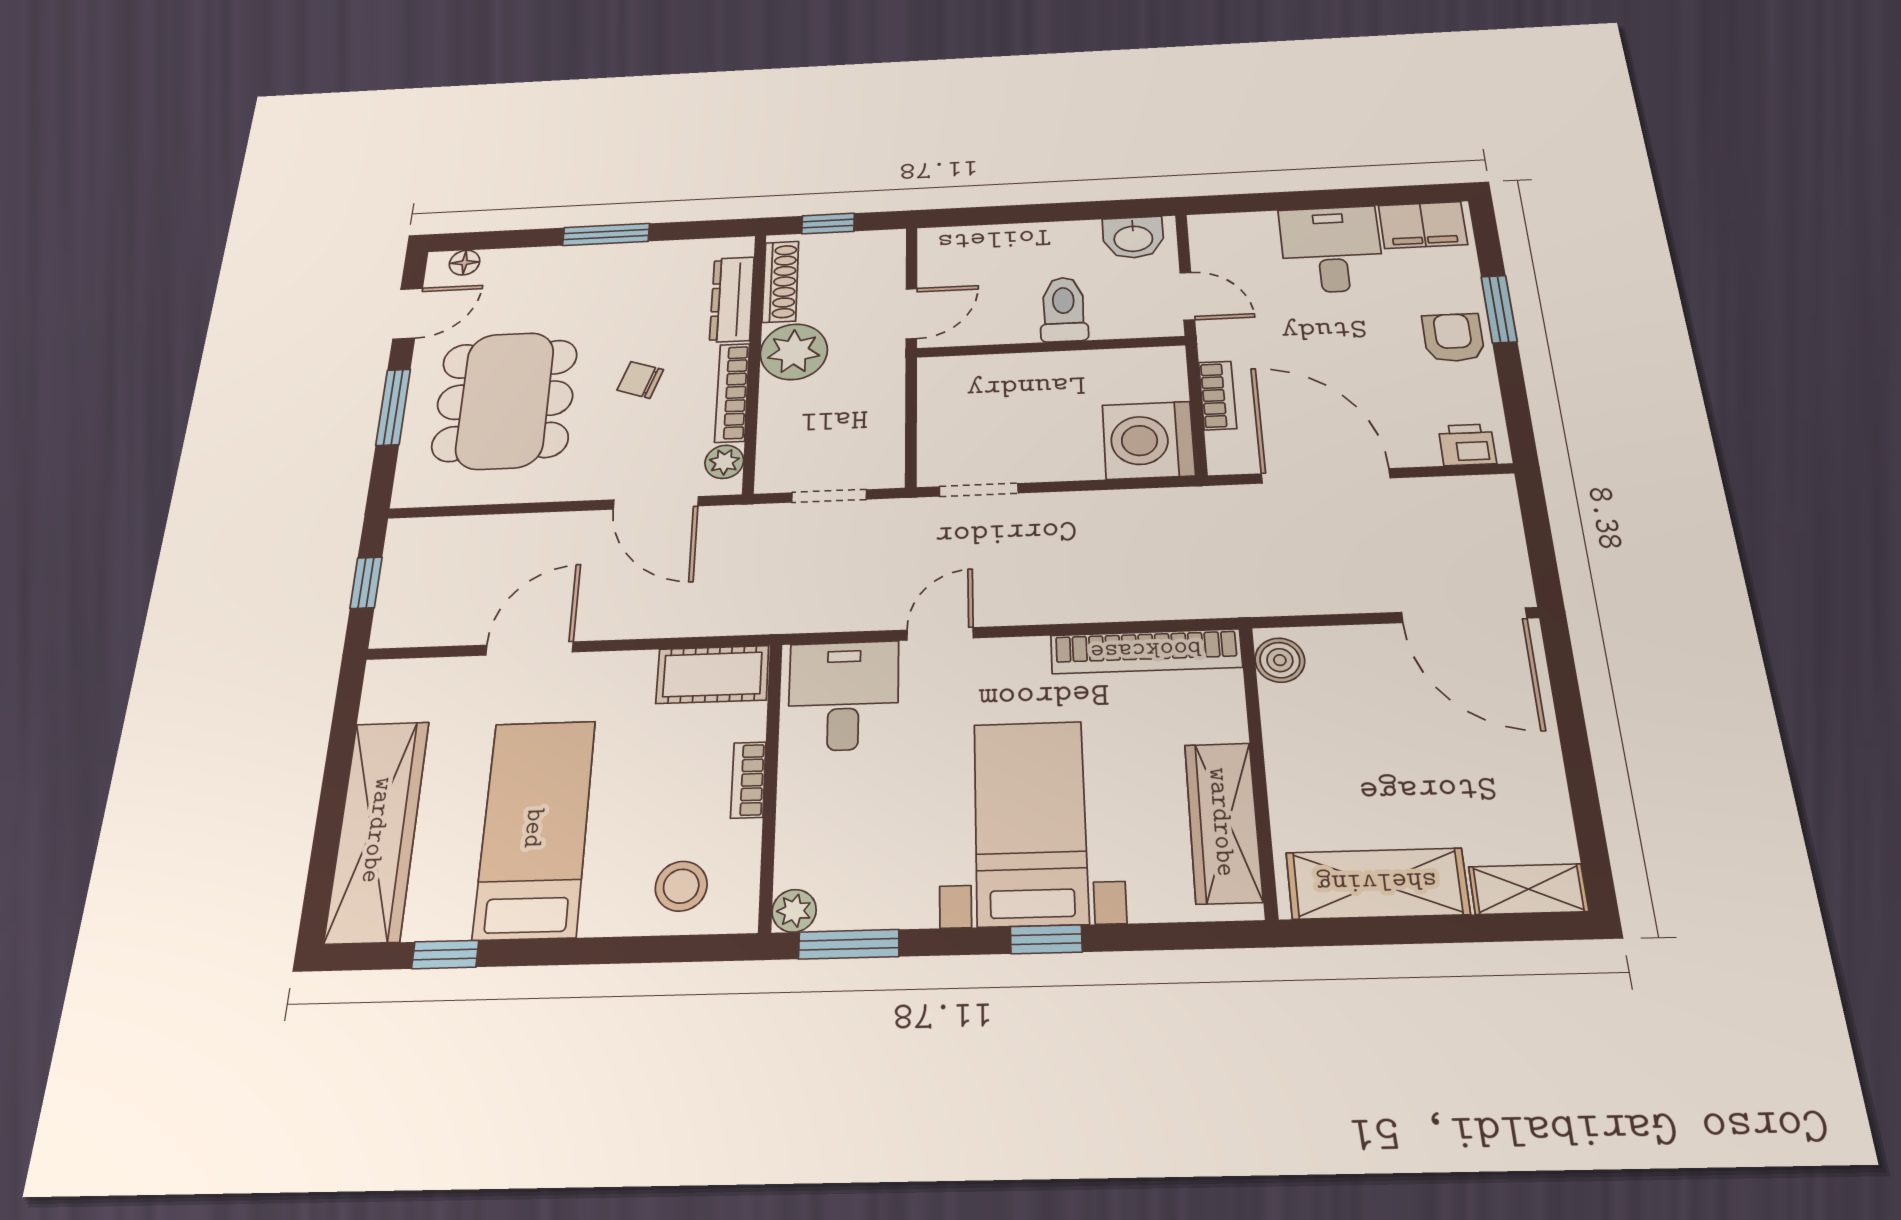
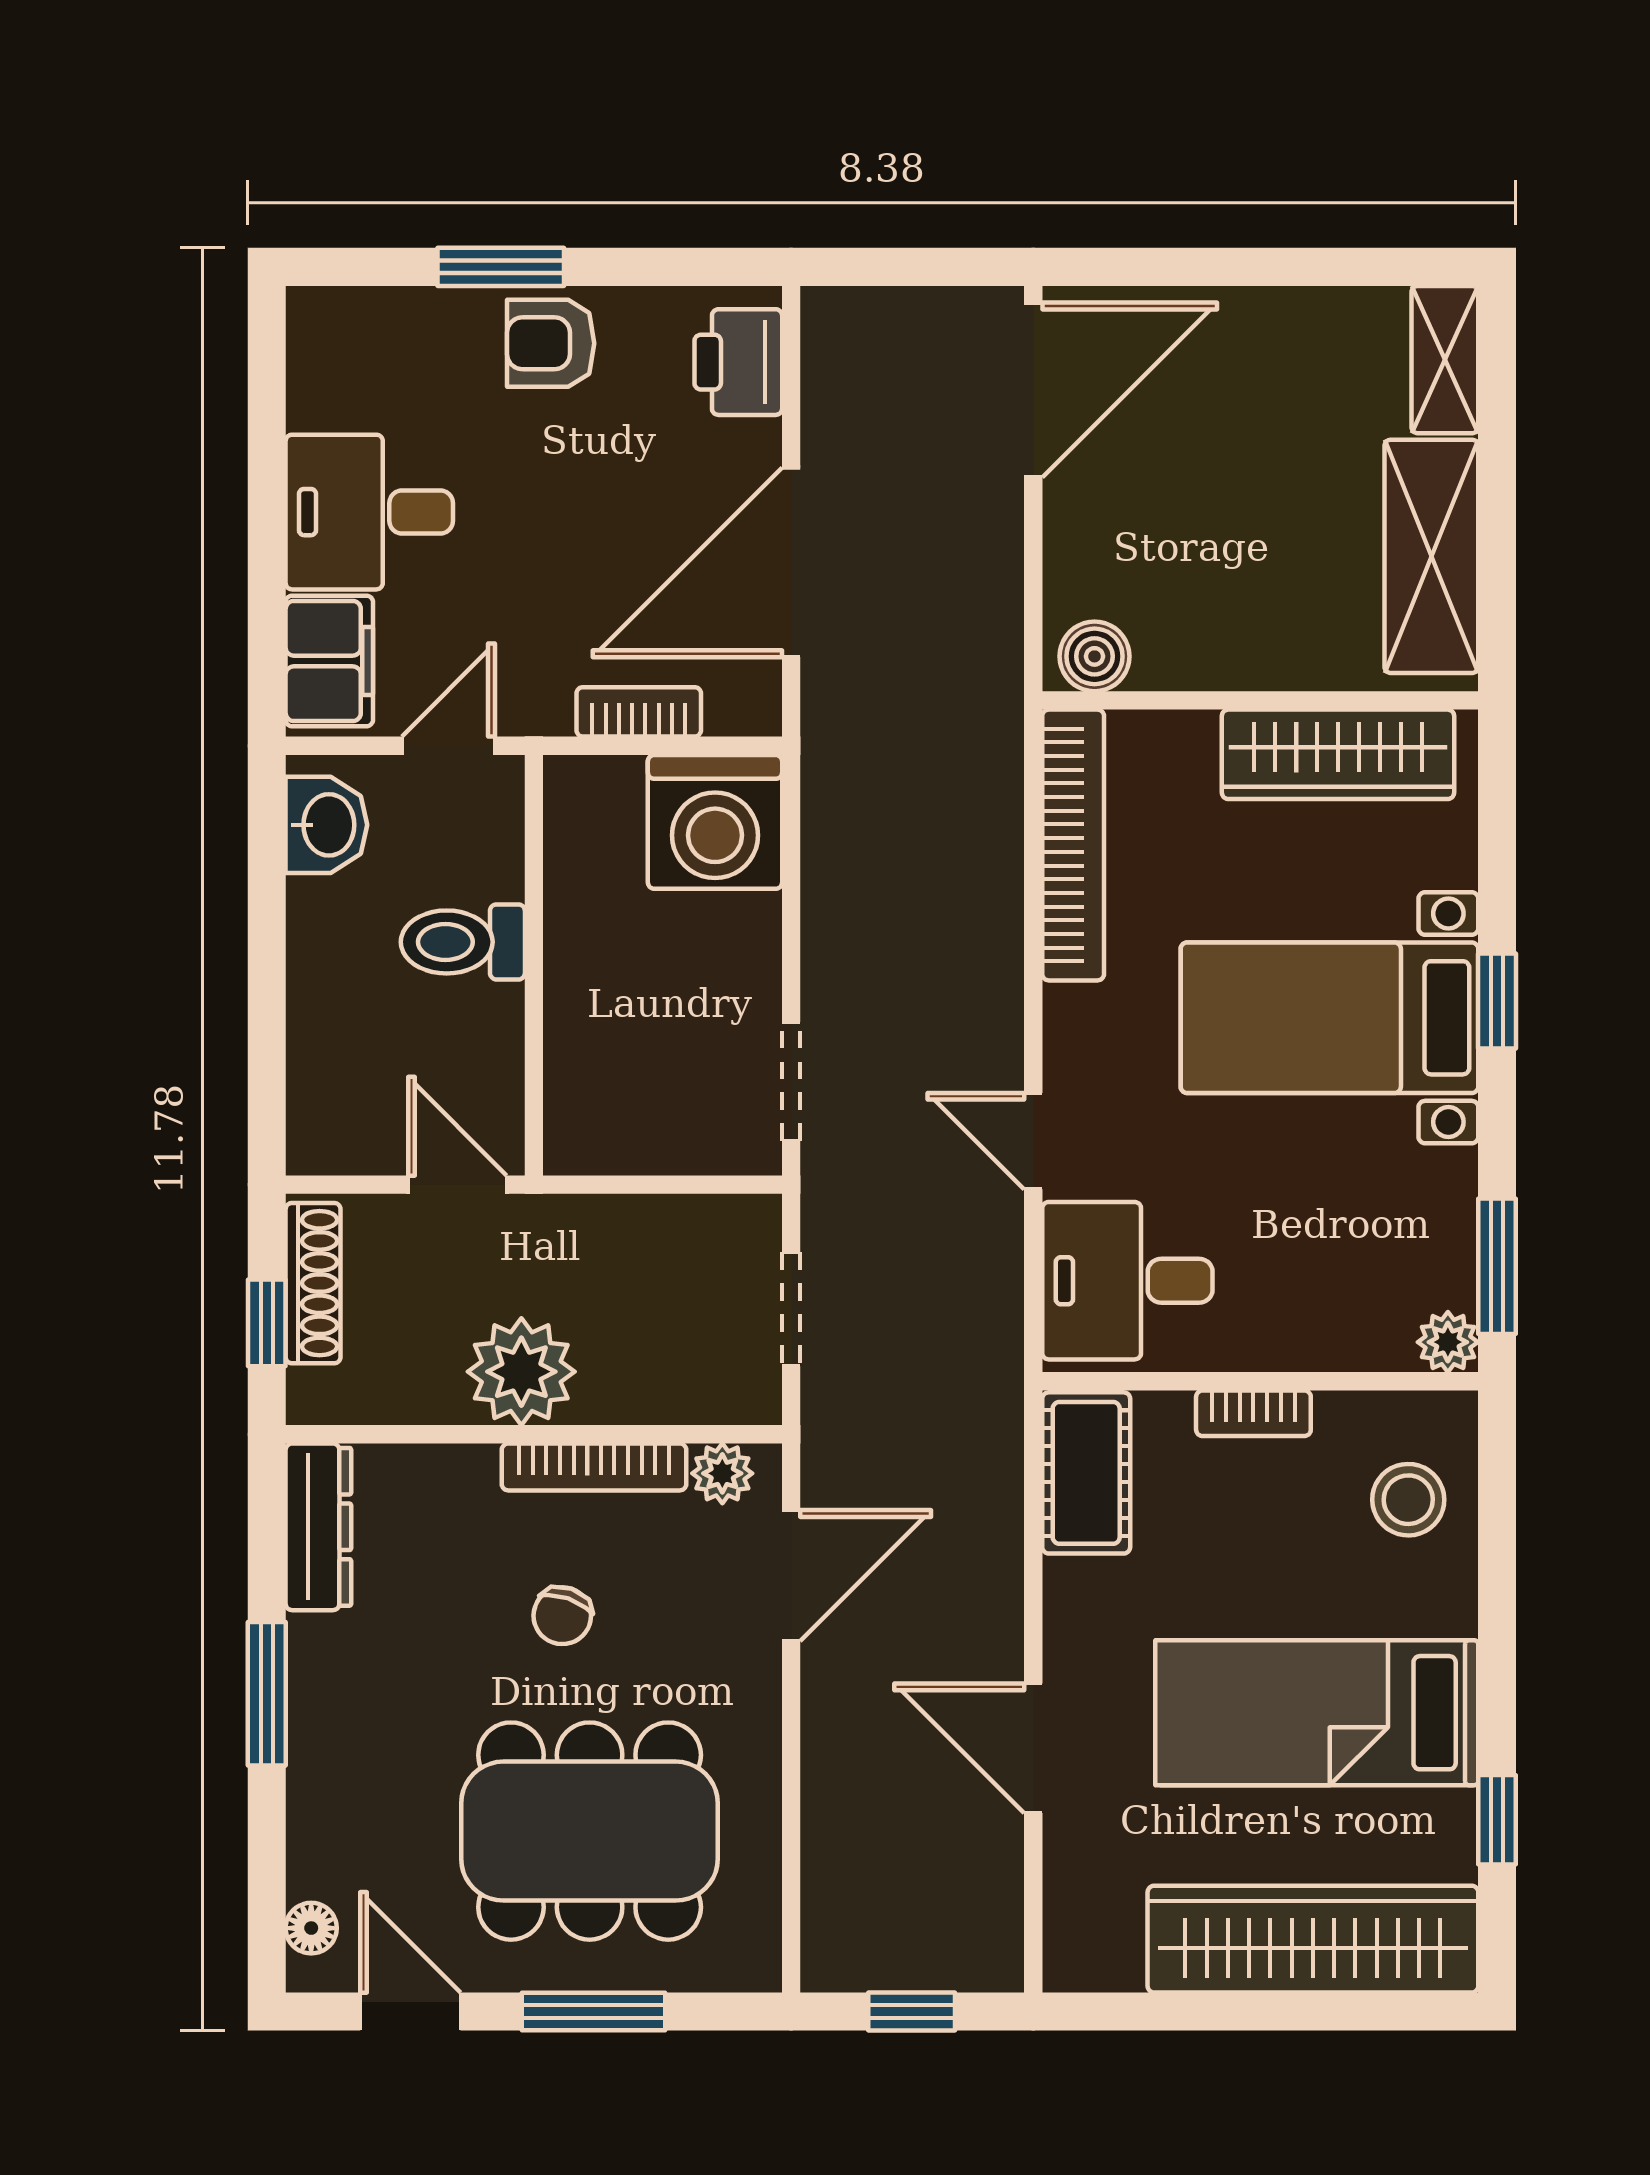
filing cabinet: (1423, 225) -> (329, 661), moved
shoe rack: (780, 282) -> (313, 1283), moved, turned 90
dresser: (732, 299) -> (318, 1527), moved, turned -90
printer: (1467, 445) -> (738, 362), width x1.36, depth x1.24

